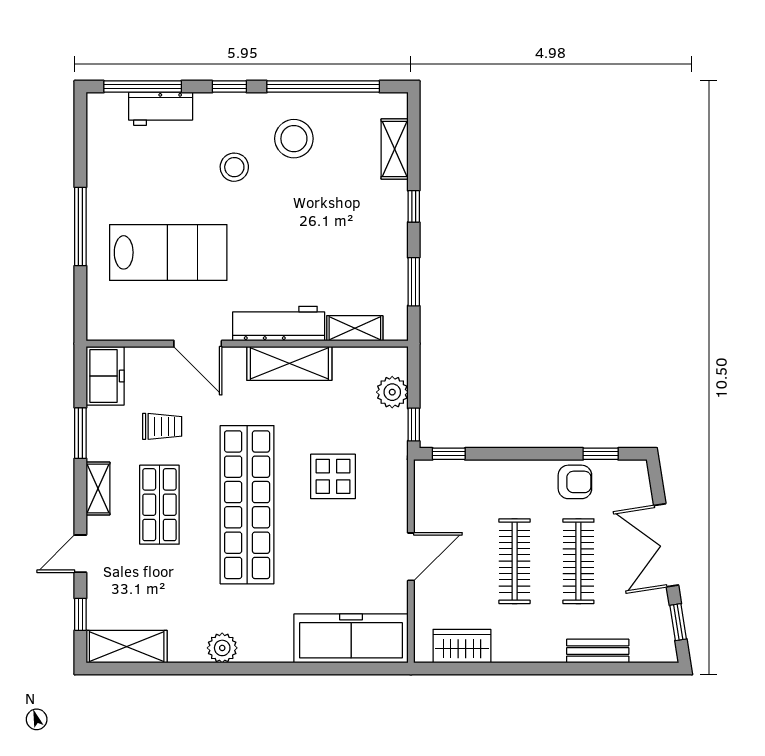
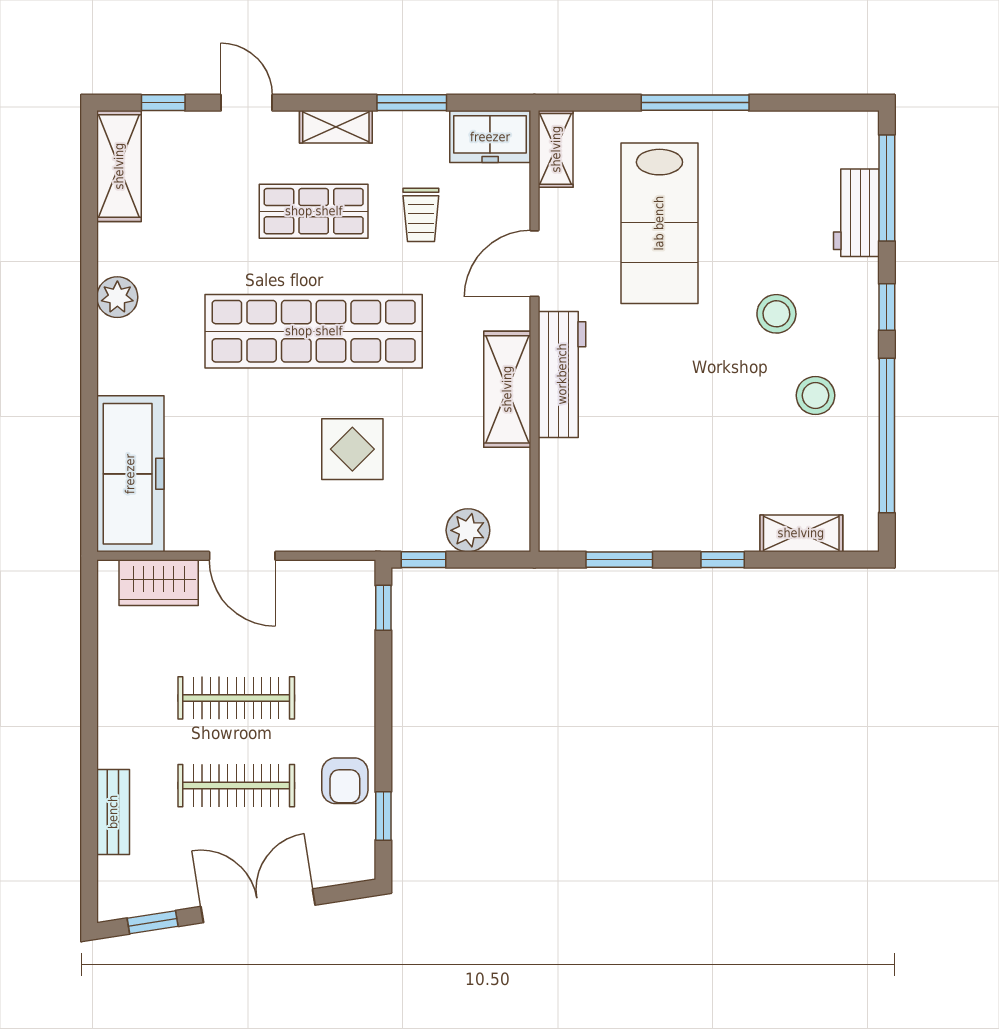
stool: (294, 139) -> (815, 395), width x0.73, depth x0.73
shelving: (355, 328) -> (556, 149), moved
wardrobe: (462, 646) -> (159, 583), moved, turned 90

